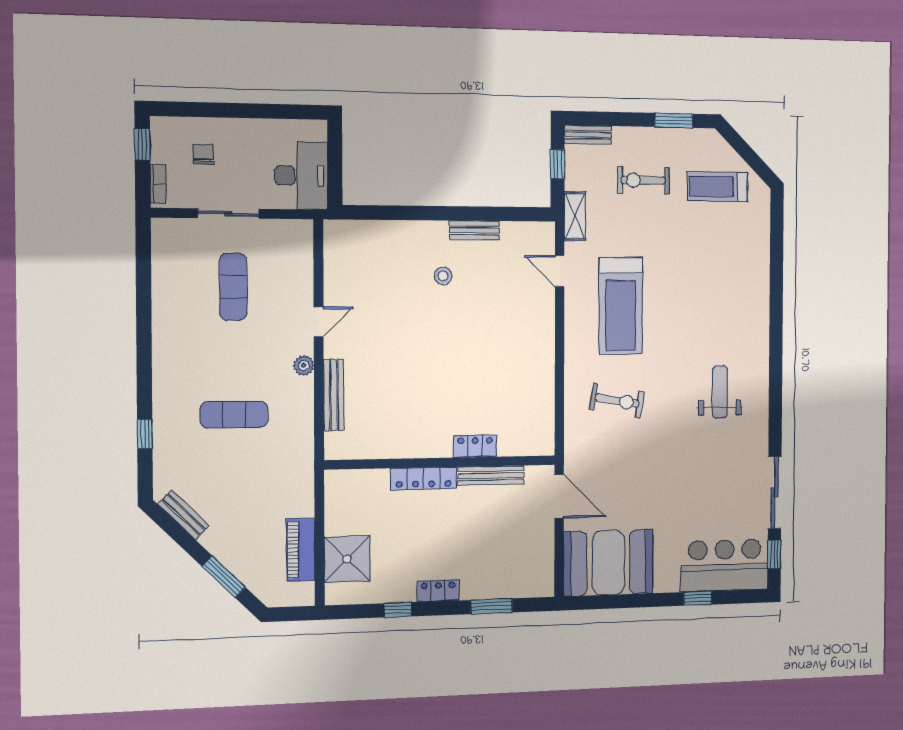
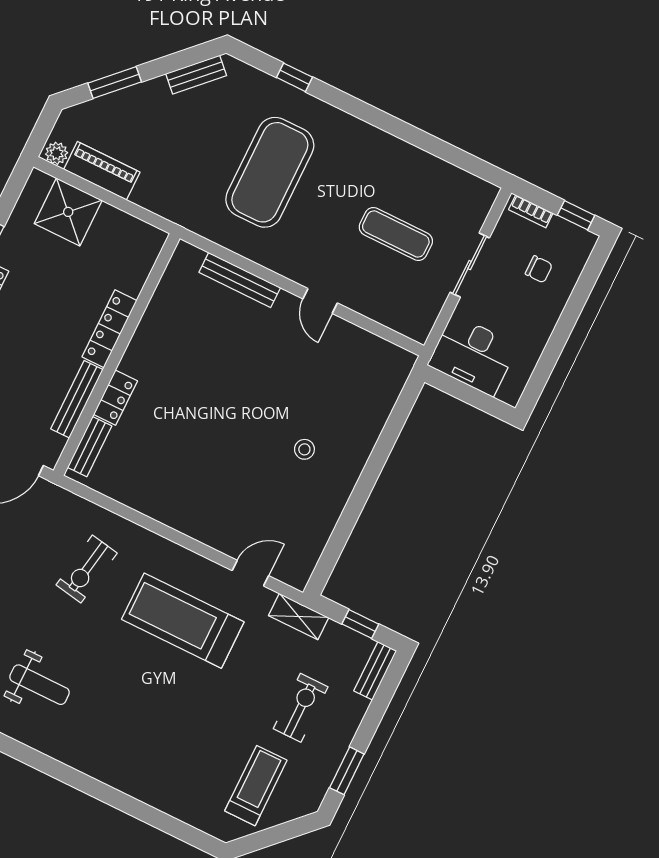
bench: (474, 230) -> (90, 447), moved
plant: (304, 365) -> (57, 153), moved
exercise mat: (234, 415) -> (270, 172), width x2.00, depth x1.45

